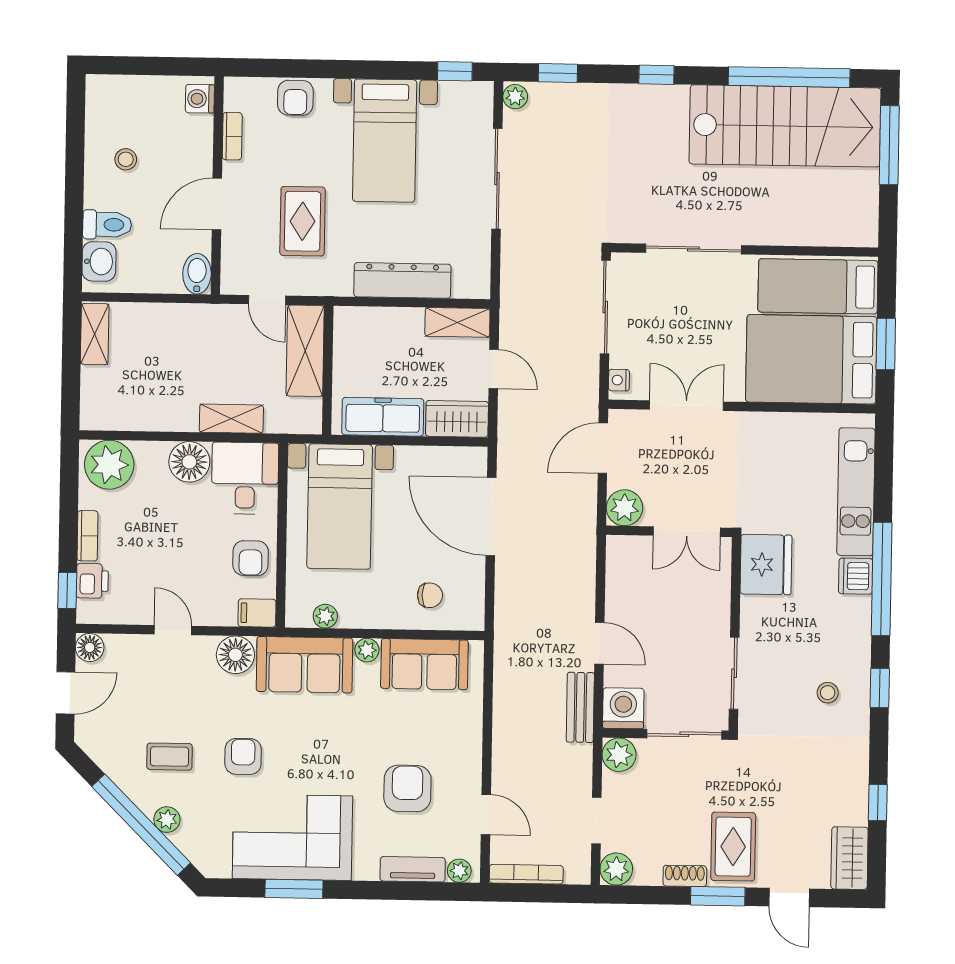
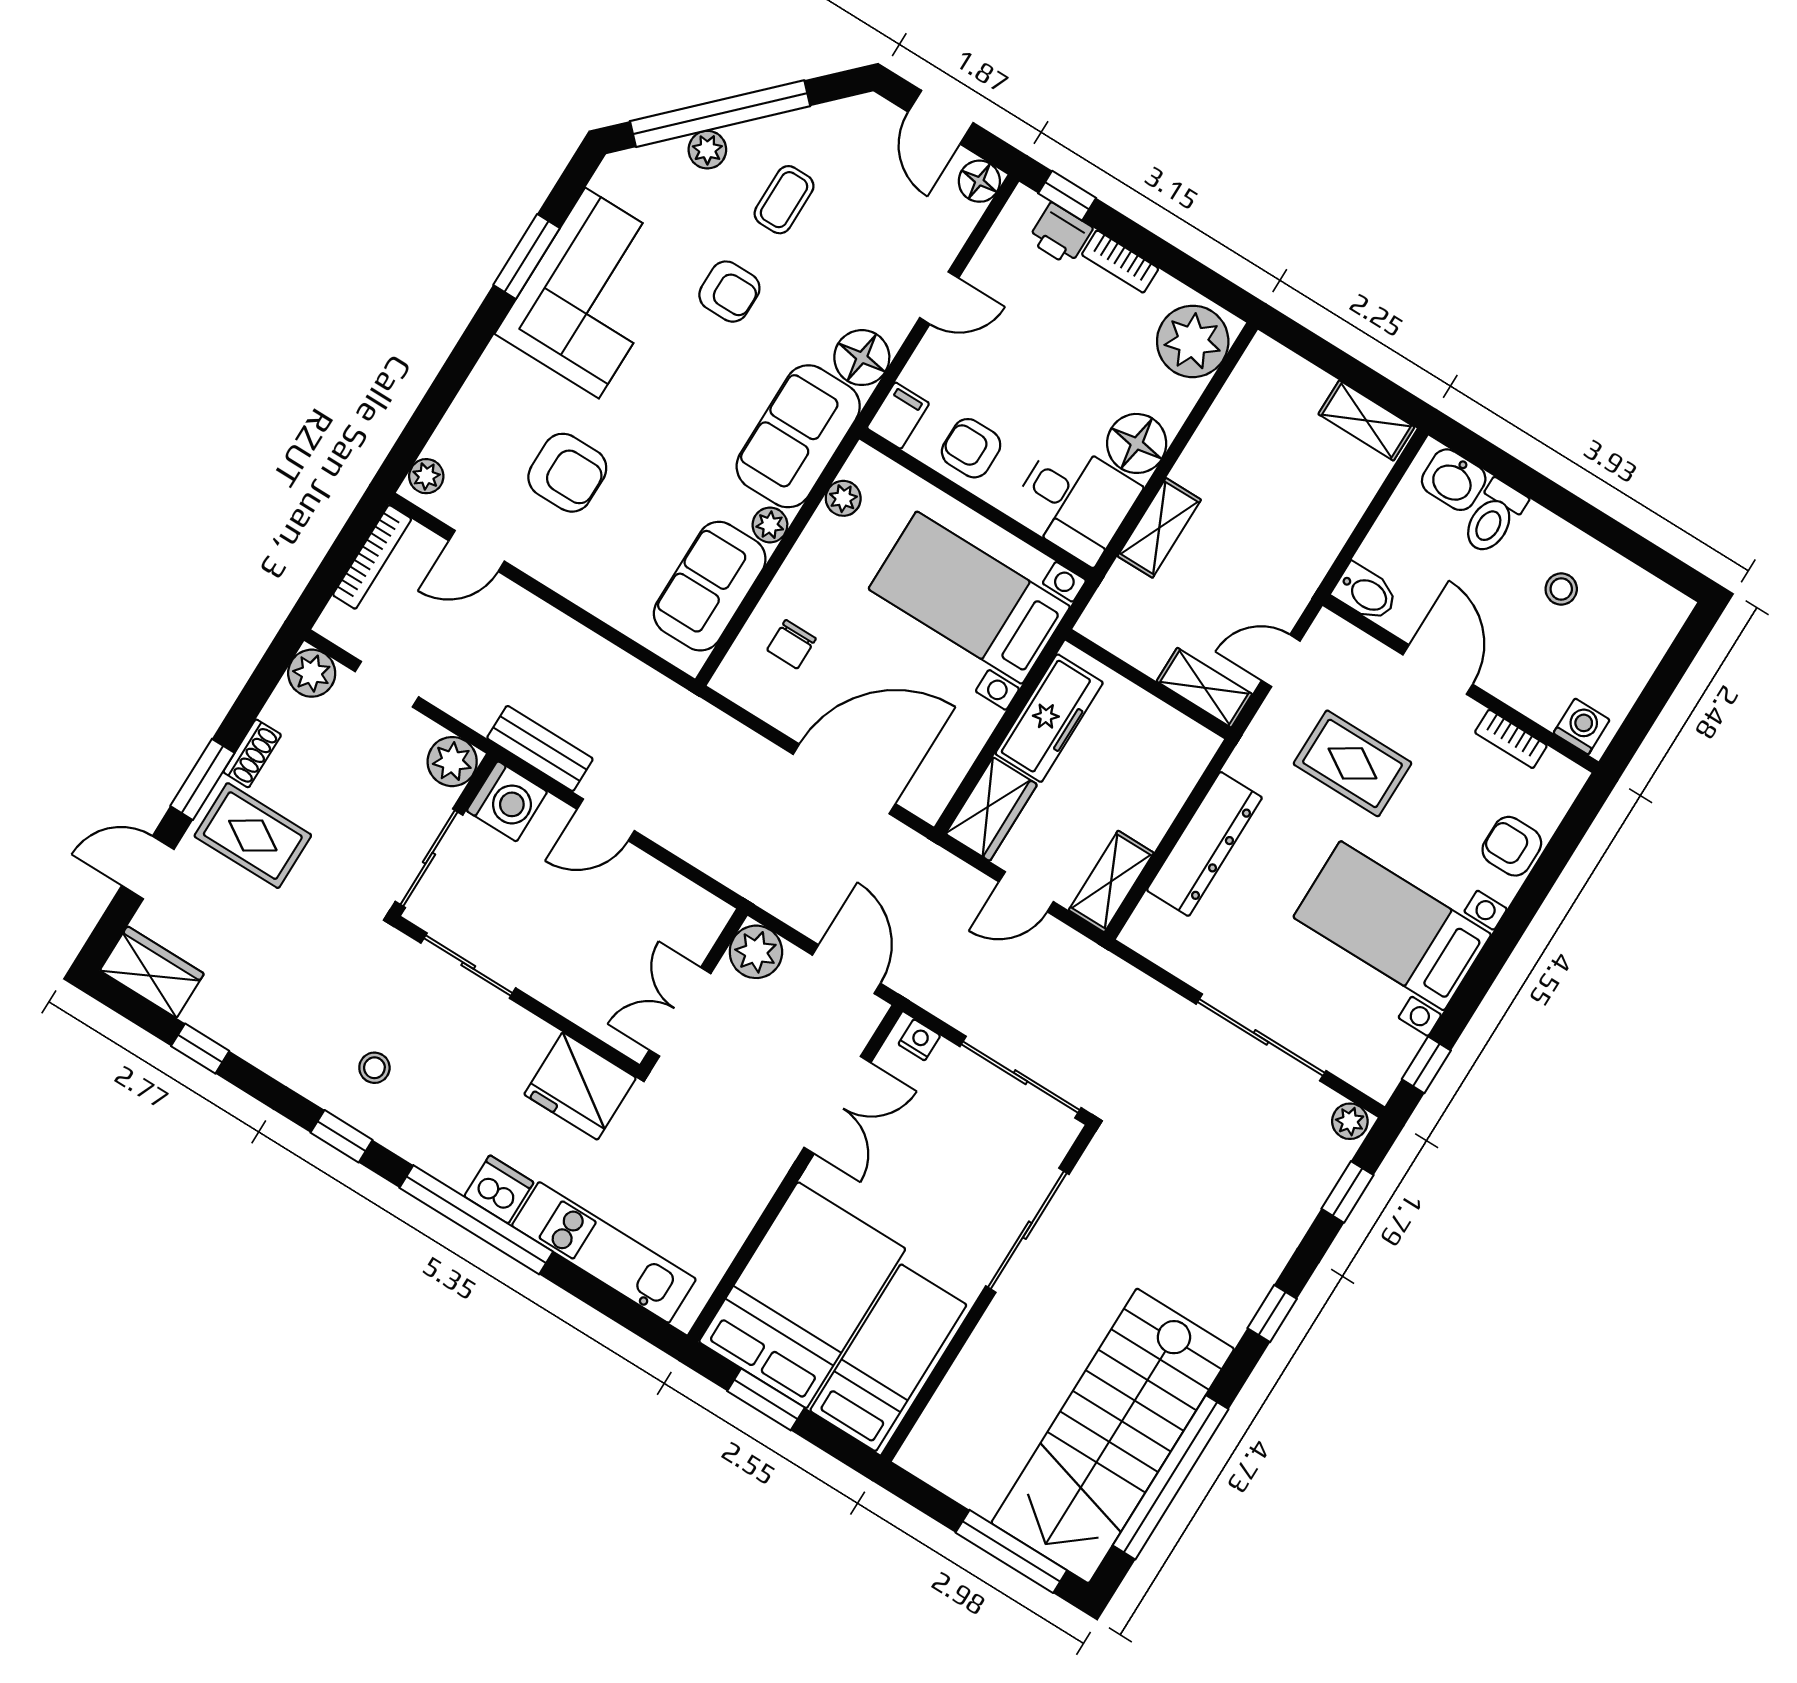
shelving: (305, 351) -> (1204, 688), width x0.67, depth x0.75
tv unit: (413, 869) -> (463, 419), removed

